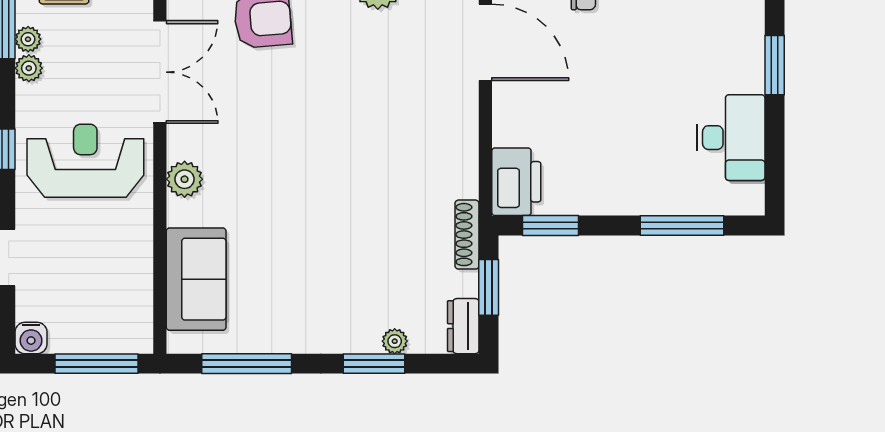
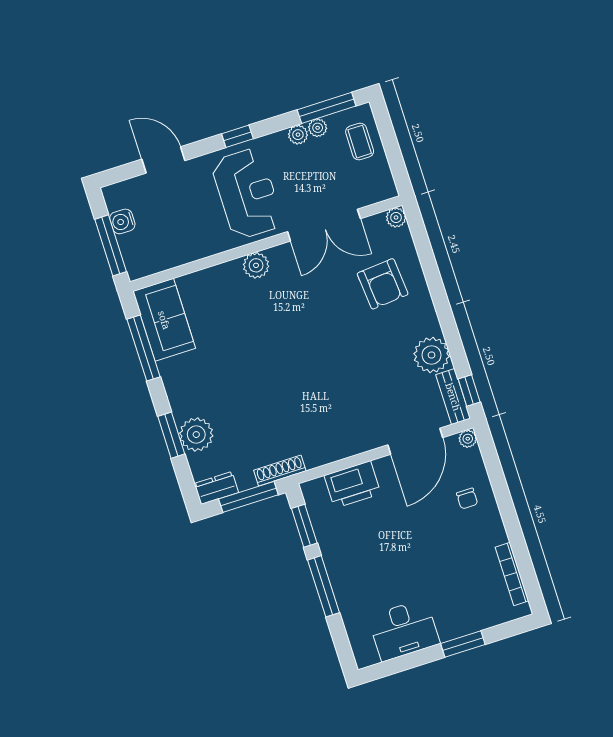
printer: (516, 182) -> (352, 485), moved
window: (682, 226) -> (324, 586), moved
sofa: (196, 279) -> (164, 320), moved, turned -90
window: (489, 287) -> (248, 497), width x1.44
water cooler: (31, 338) -> (122, 221), moved
plant: (395, 341) -> (196, 435), width x1.88, depth x1.88

